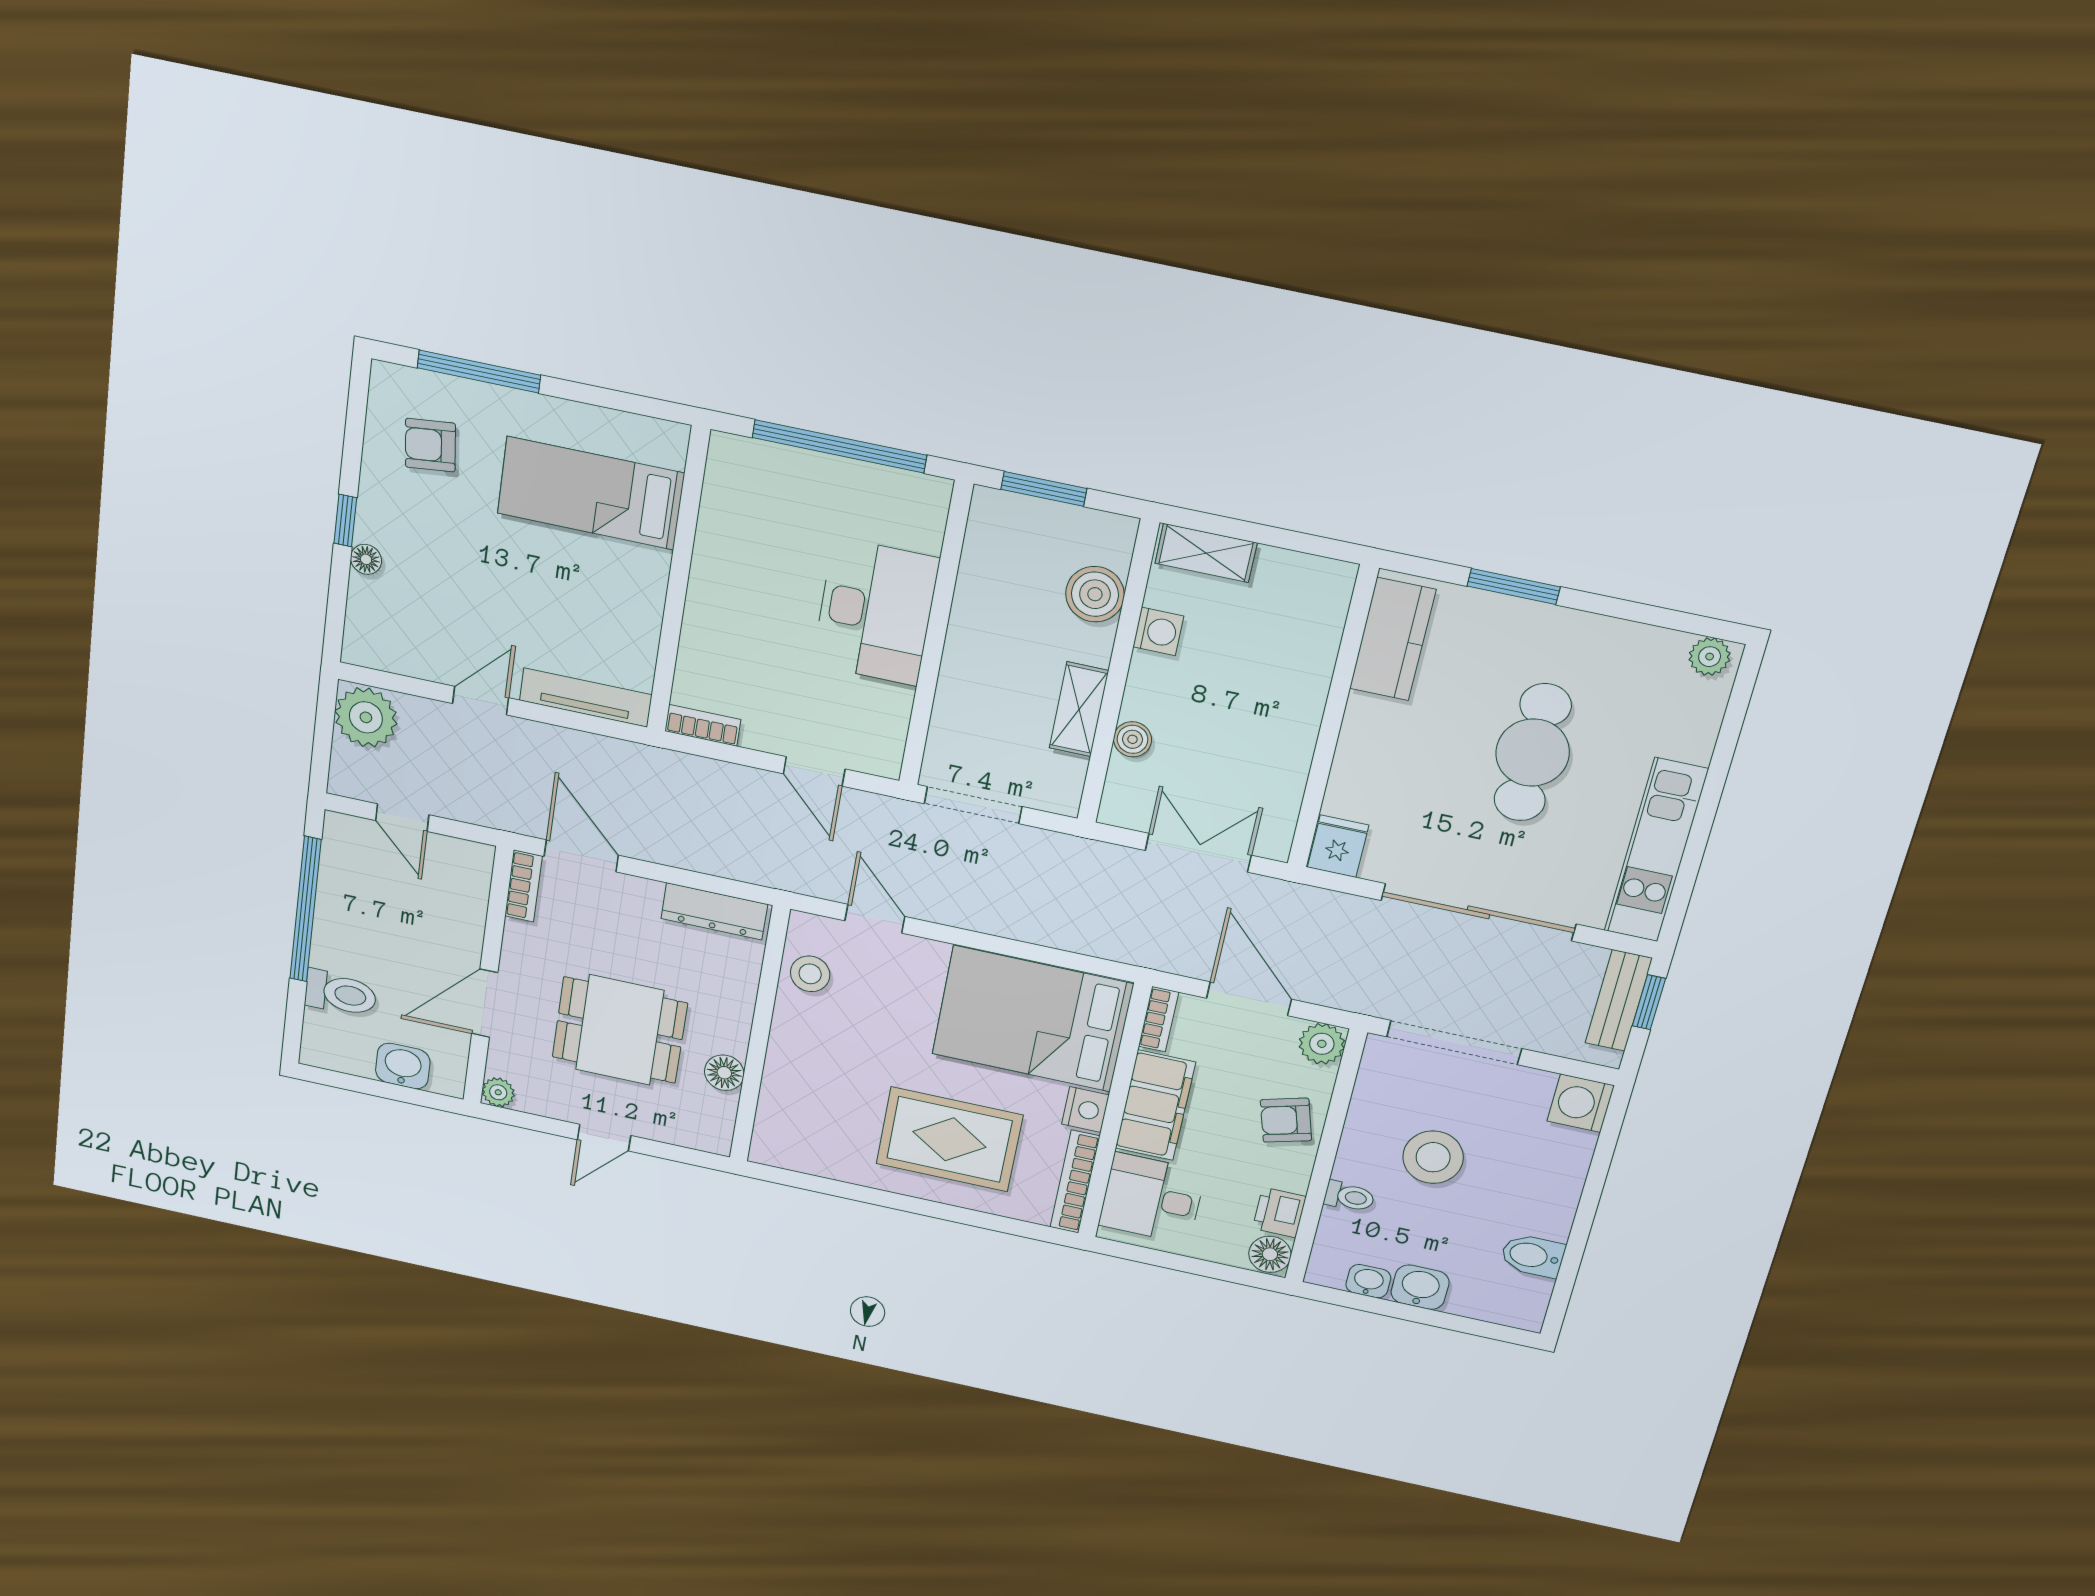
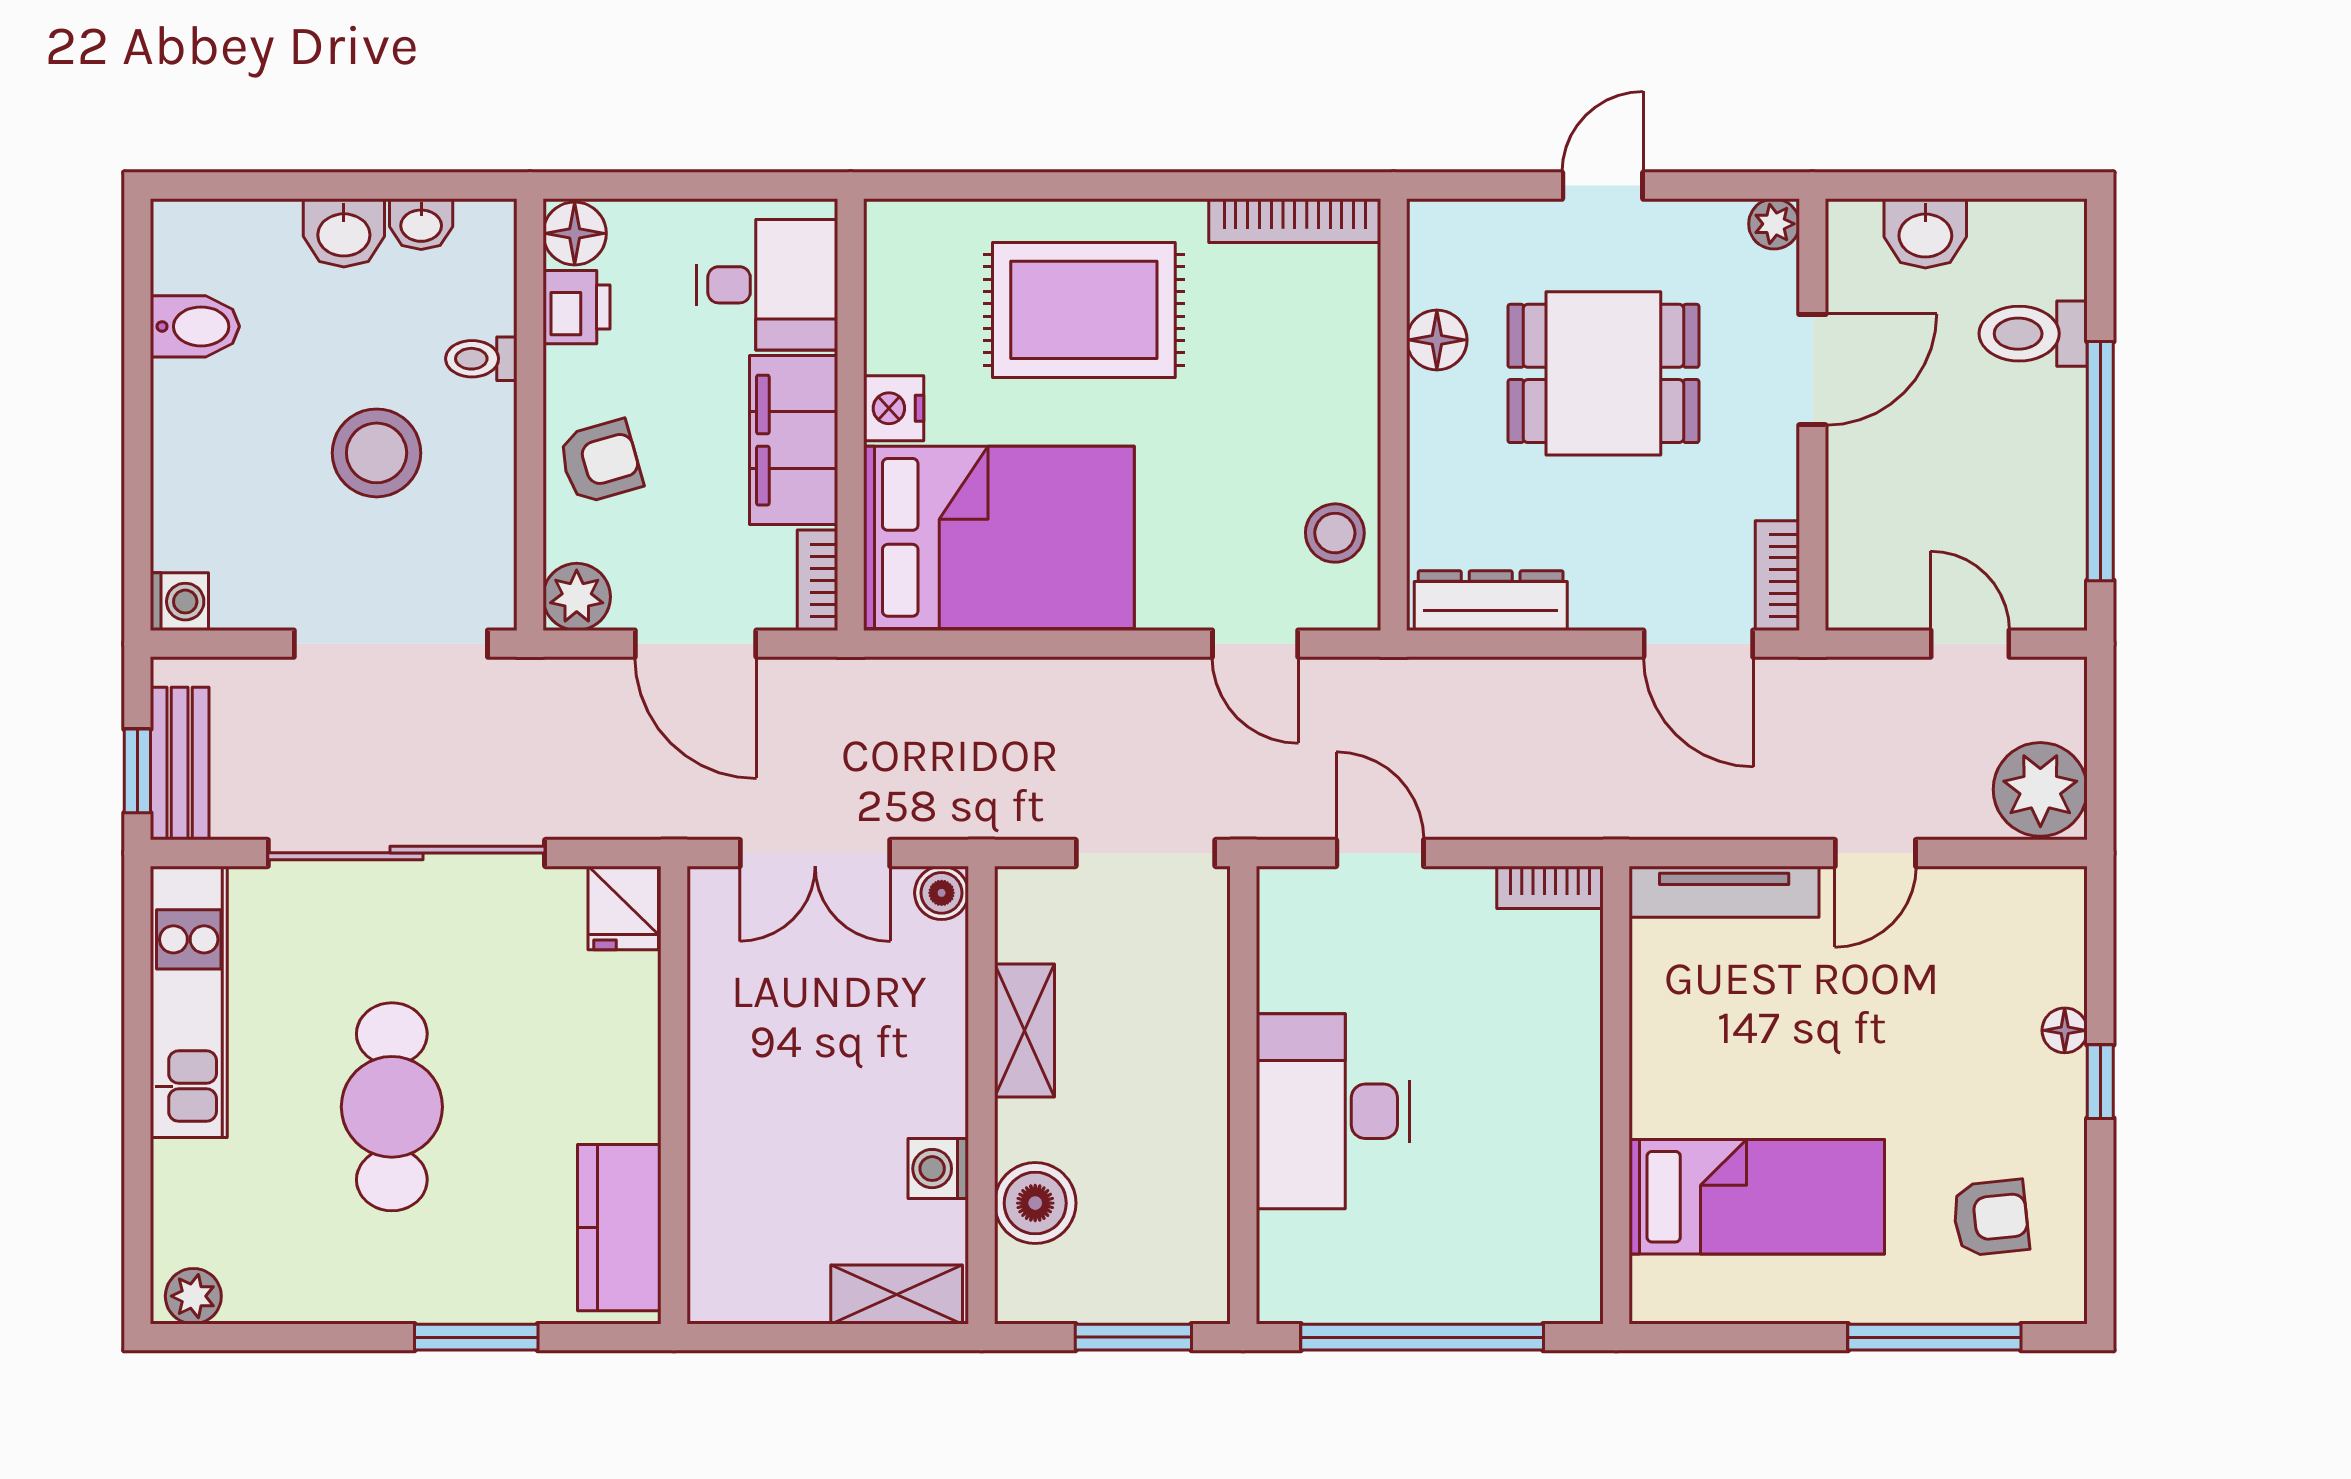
boiler: (1132, 739) -> (942, 893), moved
washing machine: (1581, 1103) -> (179, 602), width x0.73, depth x0.73
bookcase: (1075, 1182) -> (1295, 221), moved, turned 90

